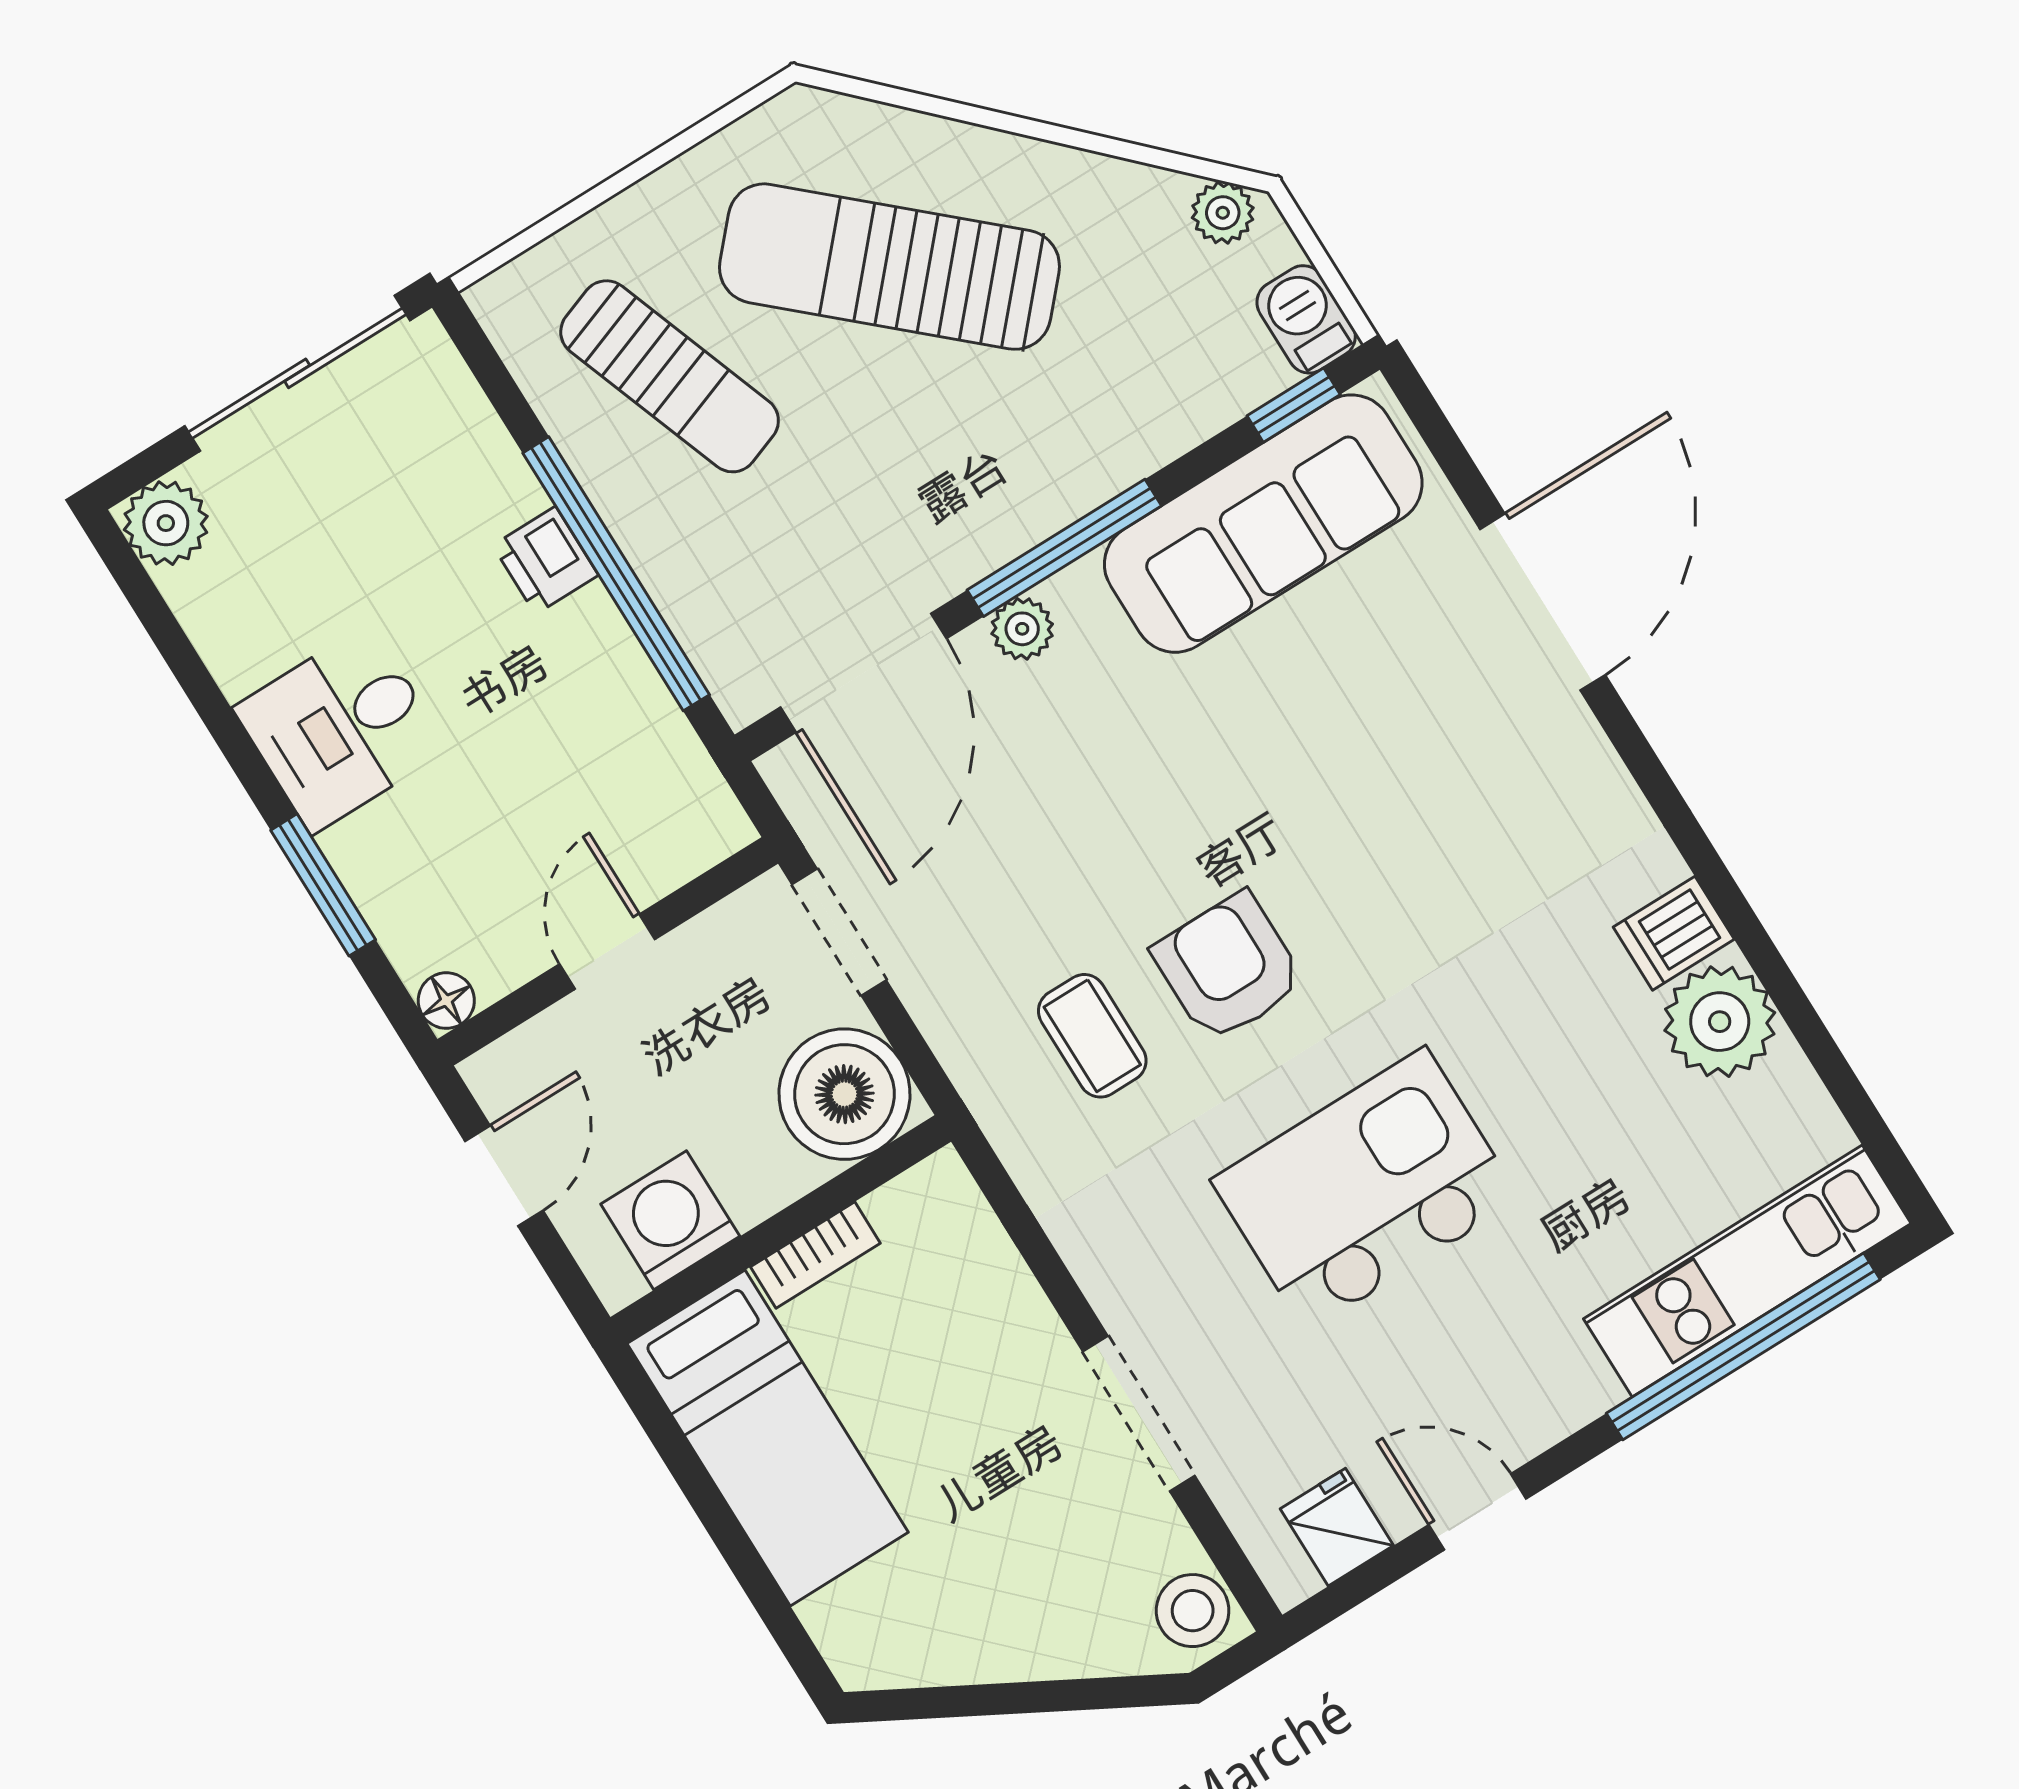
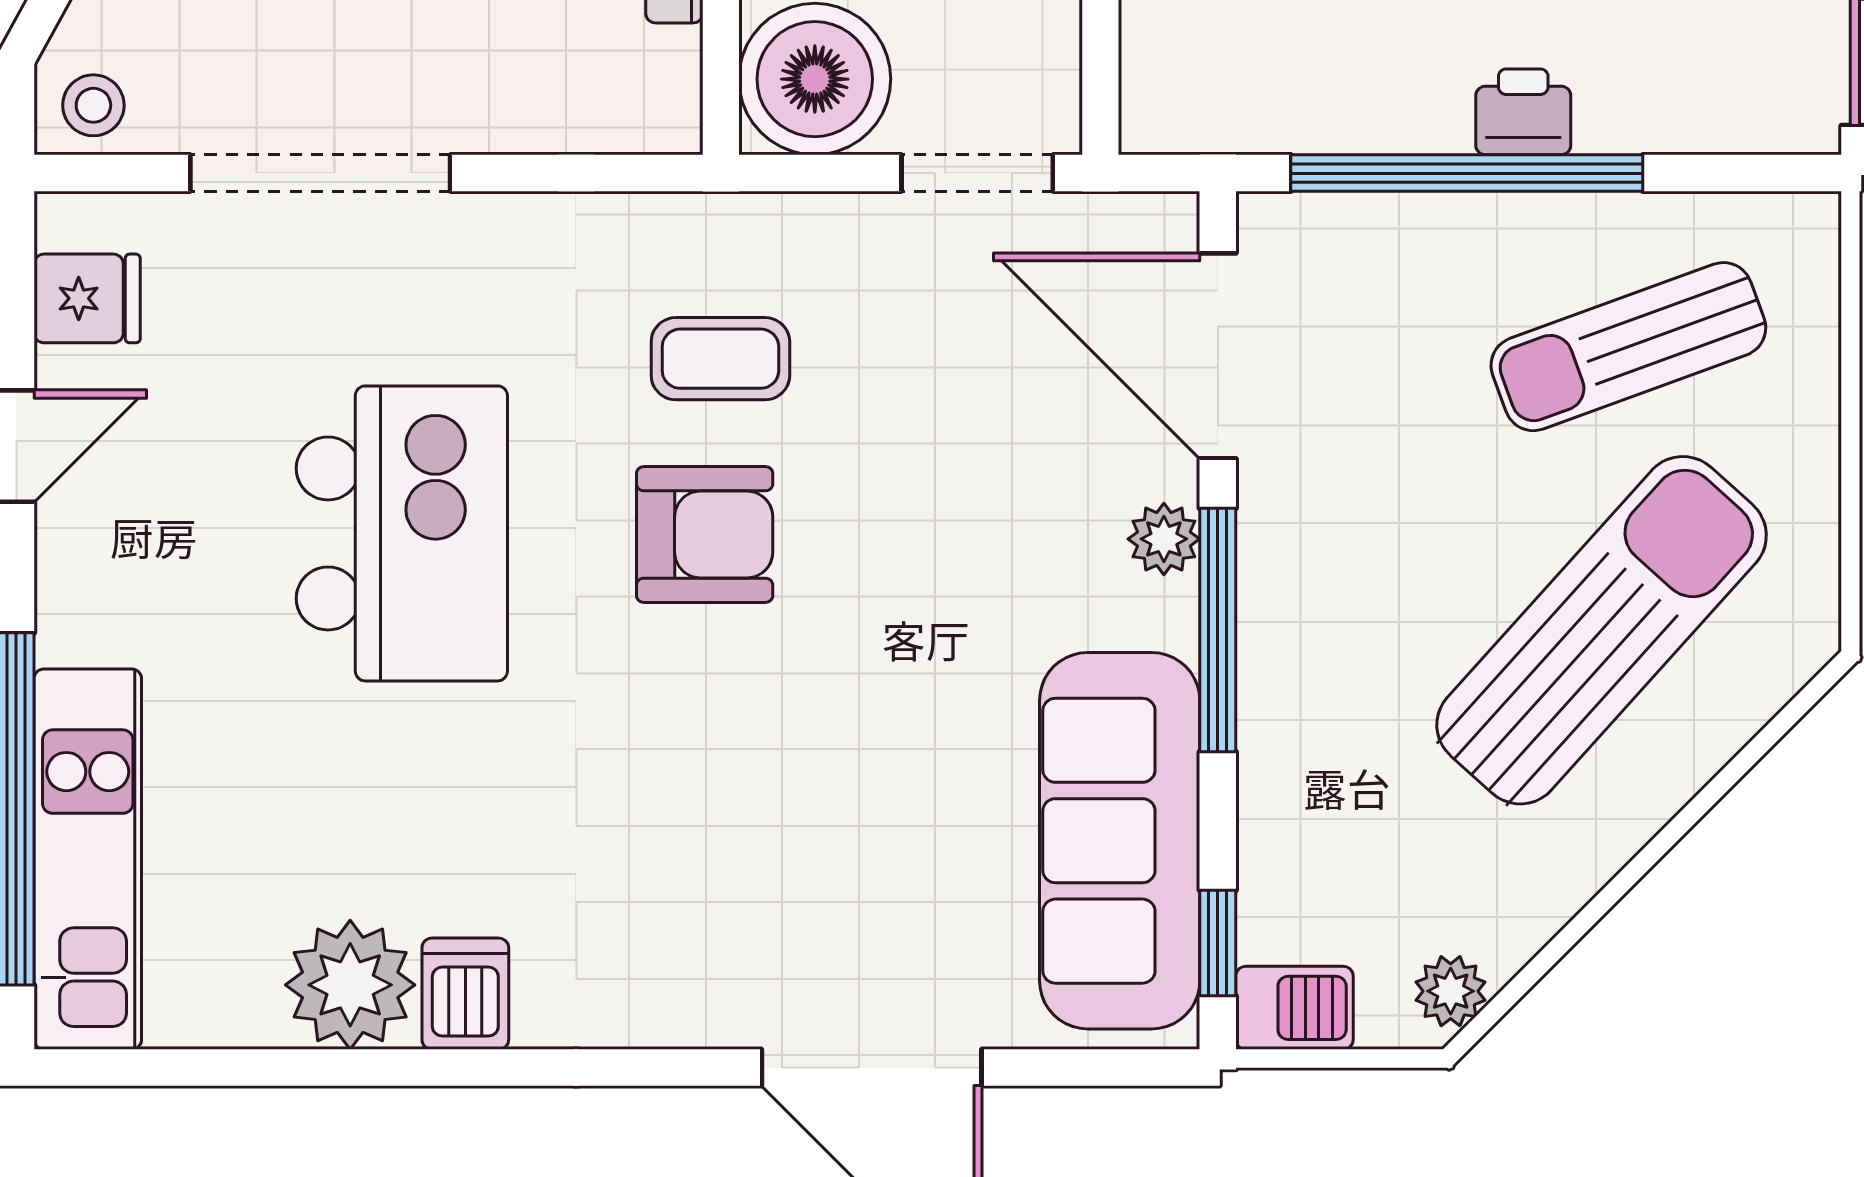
doorway: (1139, 1414) -> (320, 173), width x1.36
stool: (1193, 1611) -> (93, 105), width x0.73, depth x0.73

